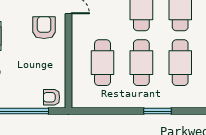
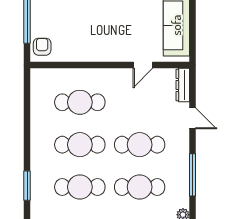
armchair: (44, 28) -> (118, 39), removed
window: (157, 111) -> (27, 186), moved

